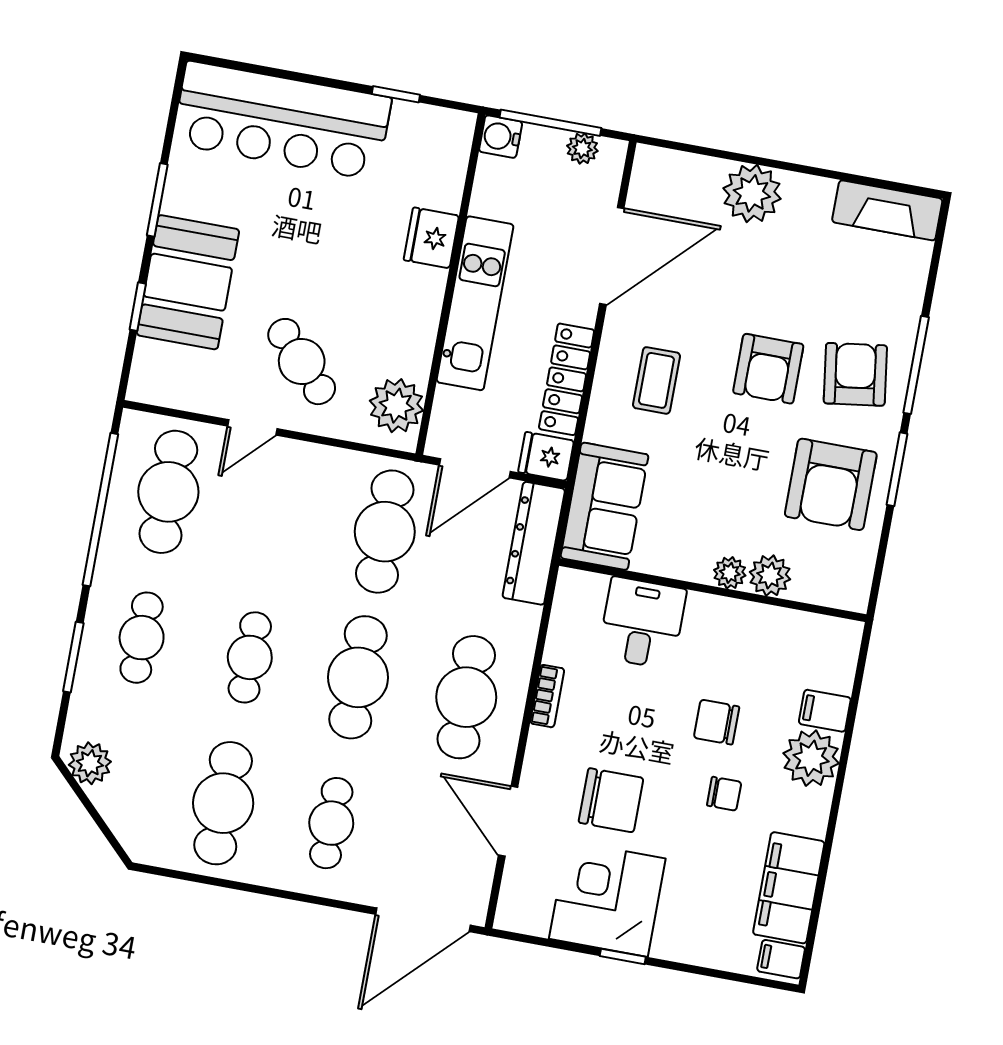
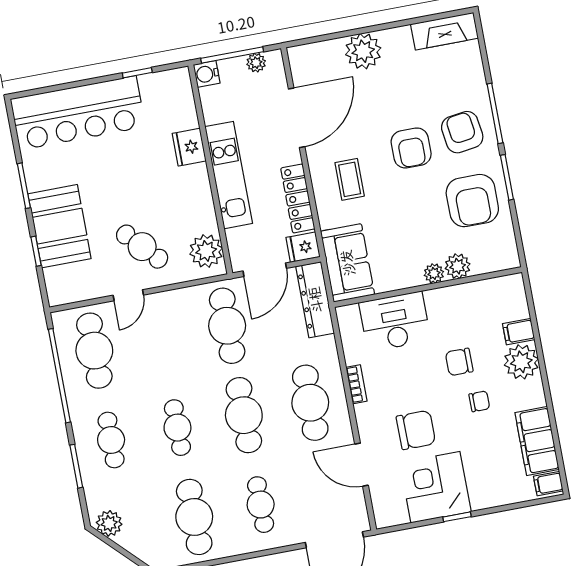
desk: (642, 623) -> (395, 322), width x1.37

